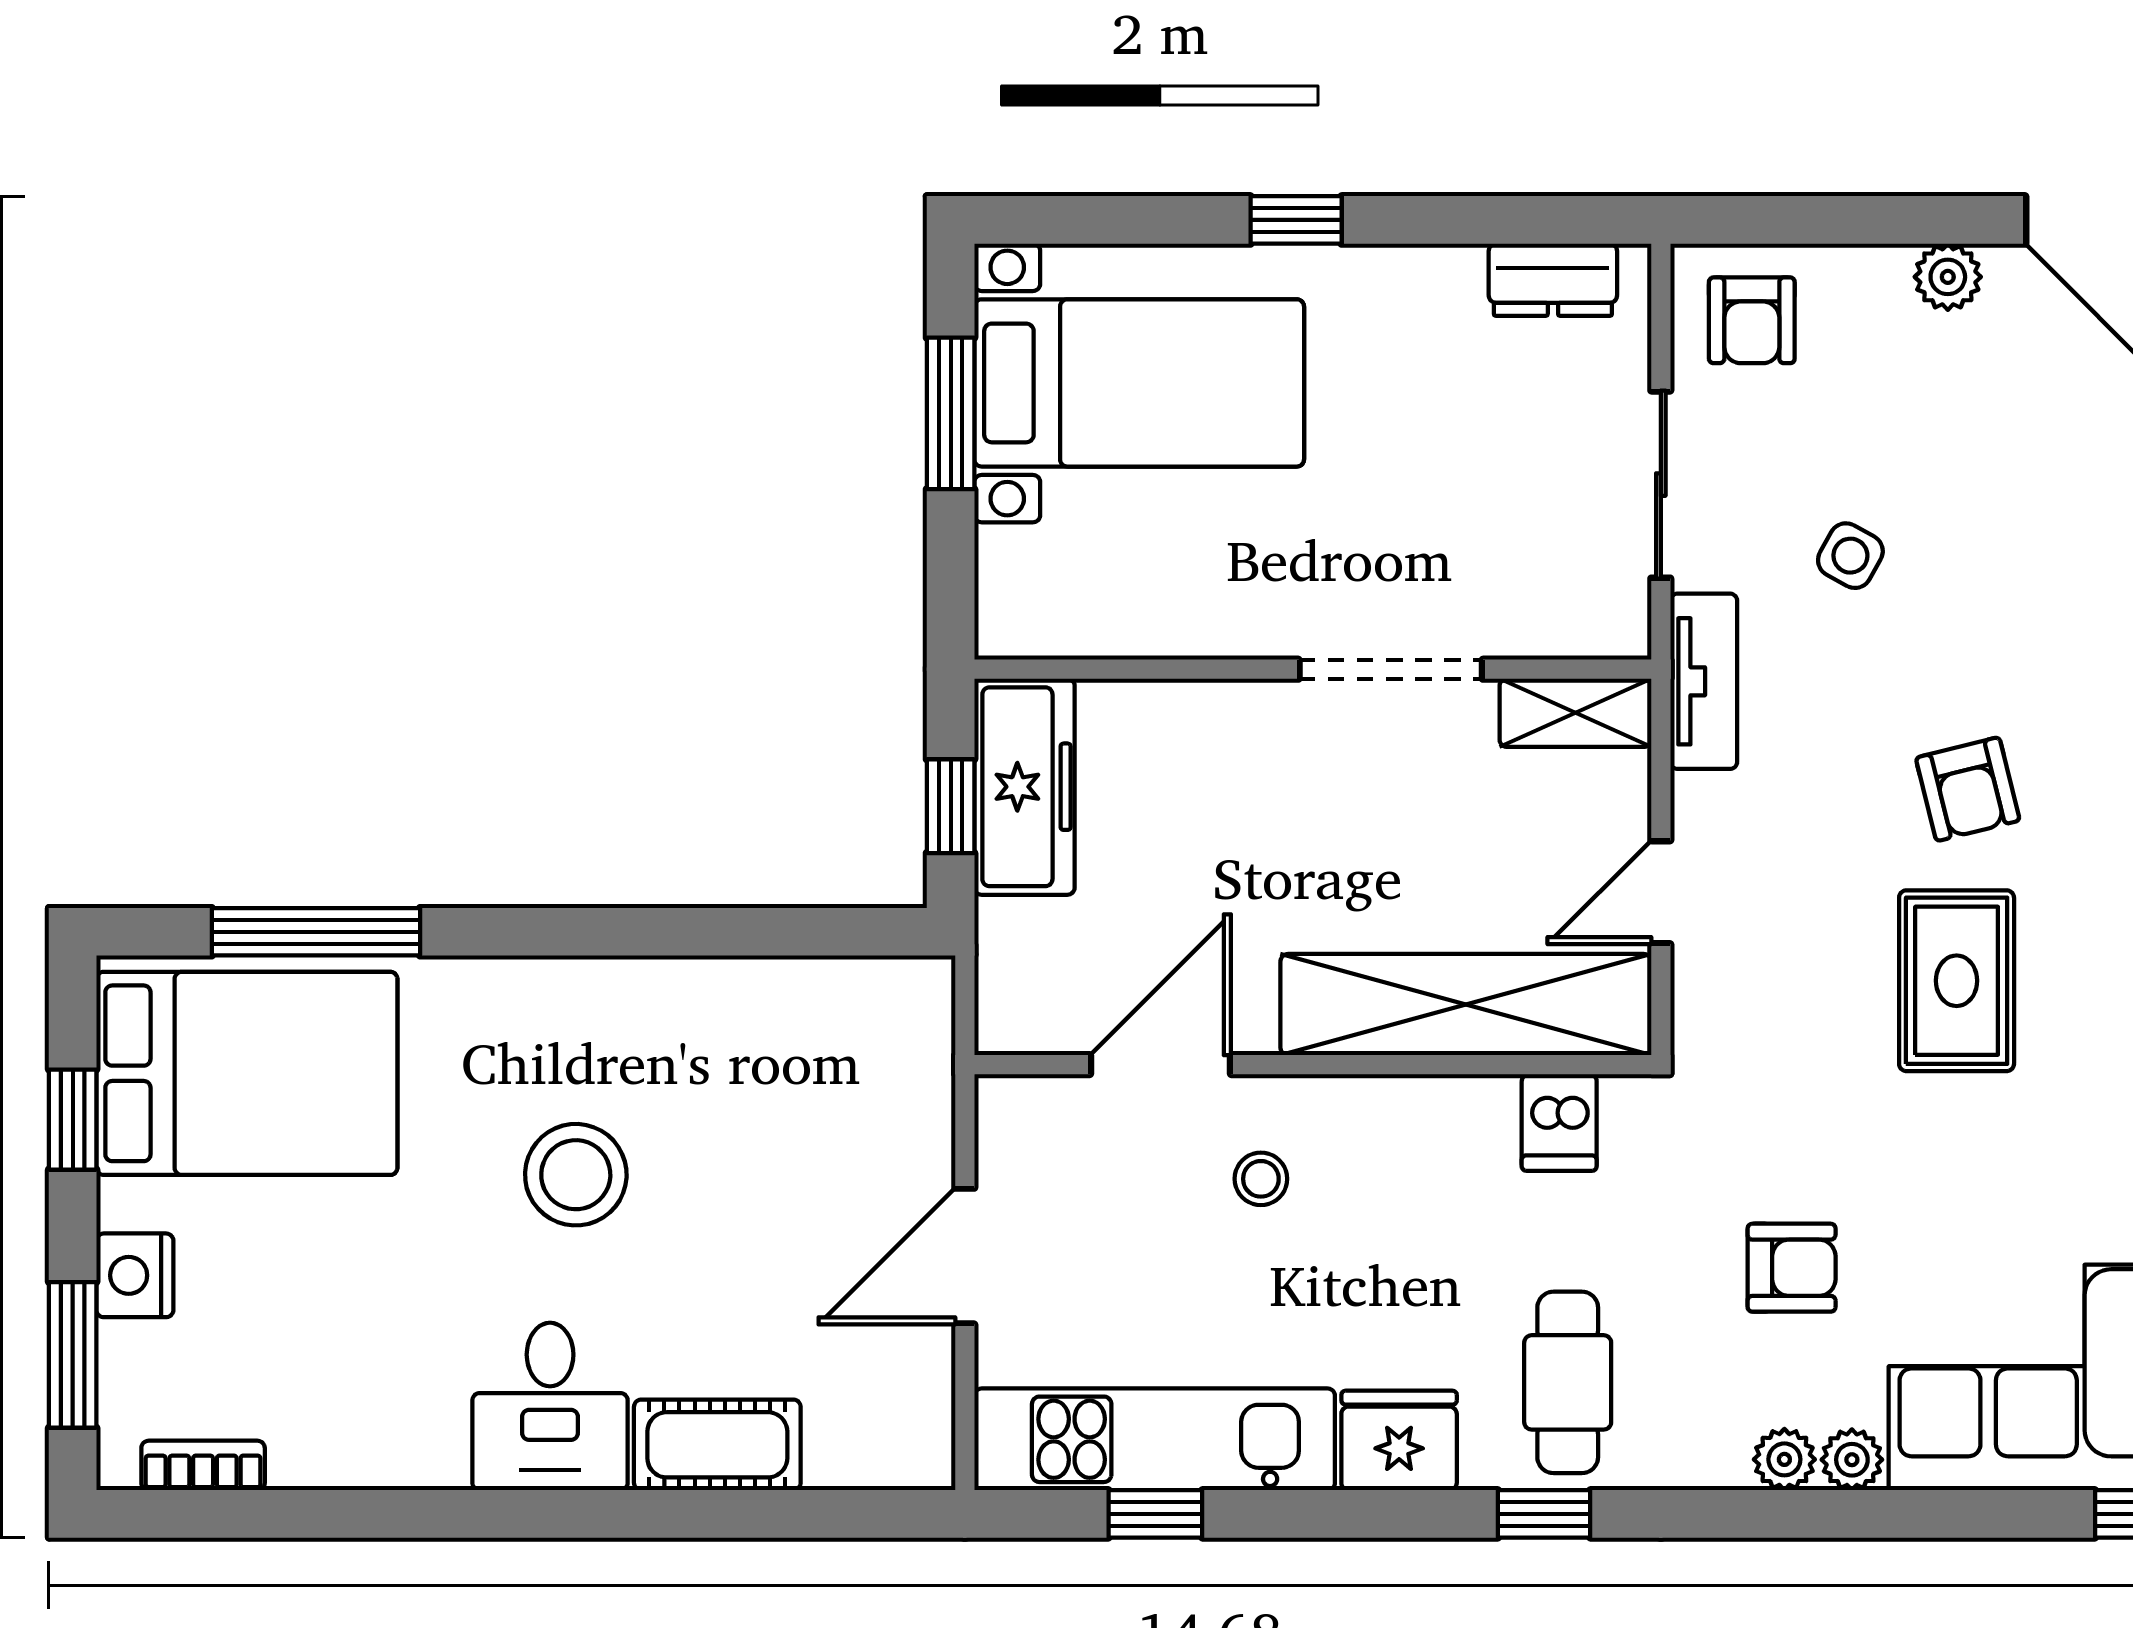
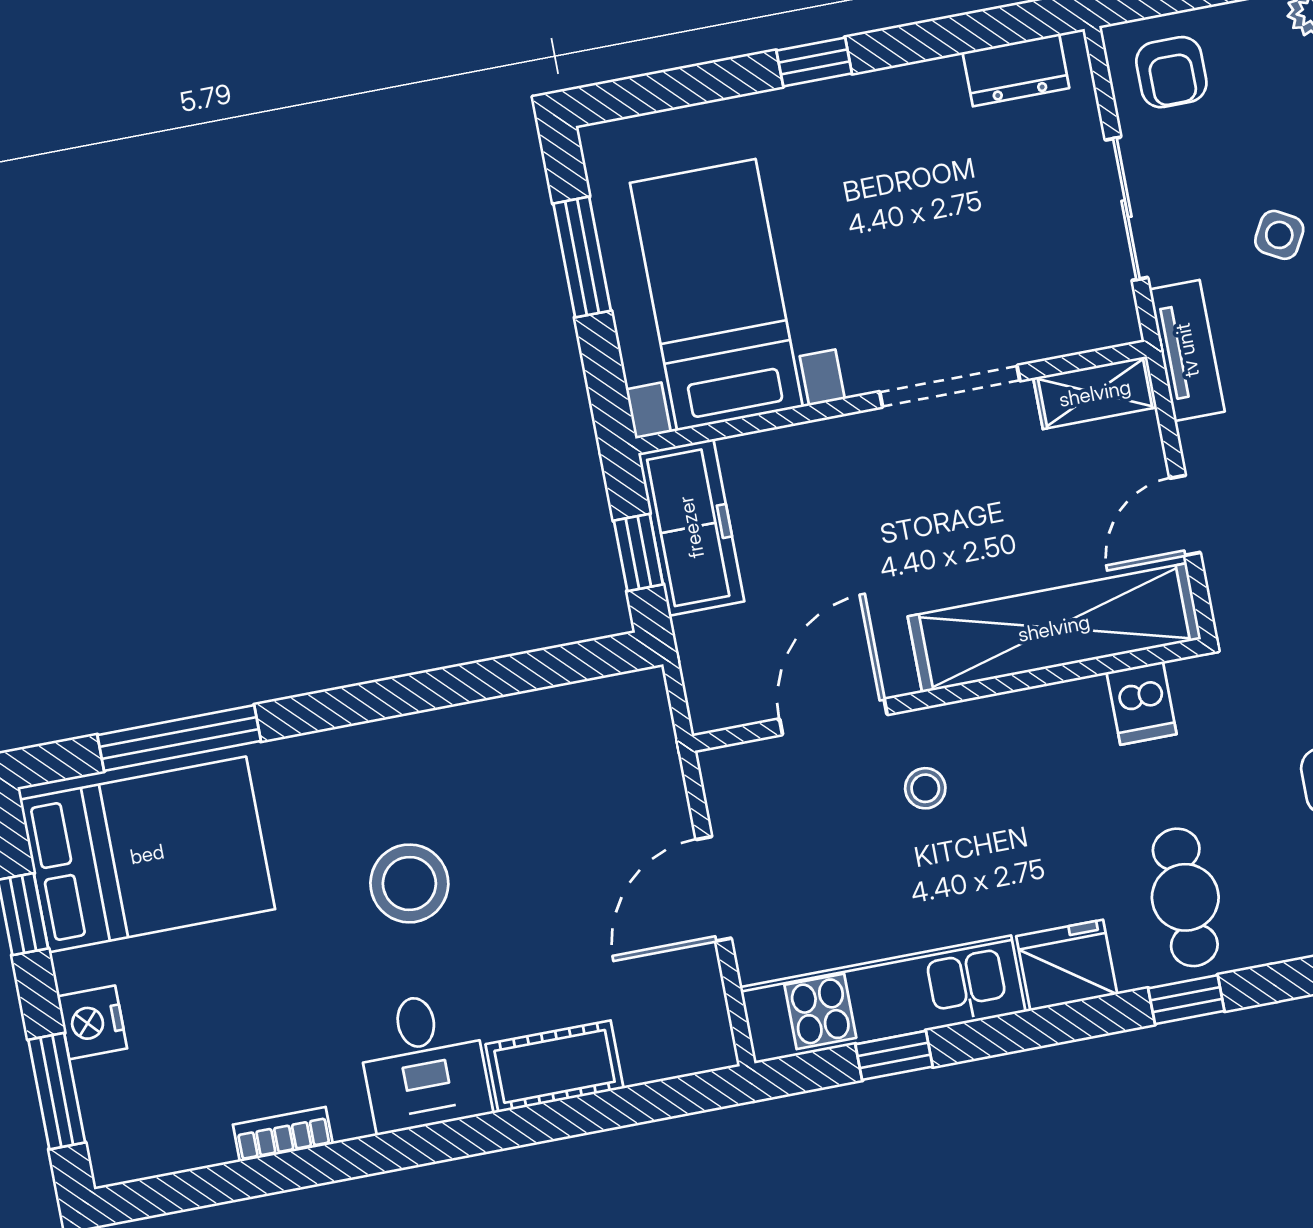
bed with nightstands: (1139, 383) -> (716, 295), moved, turned -90
bookcase: (203, 1465) -> (283, 1134), moved

